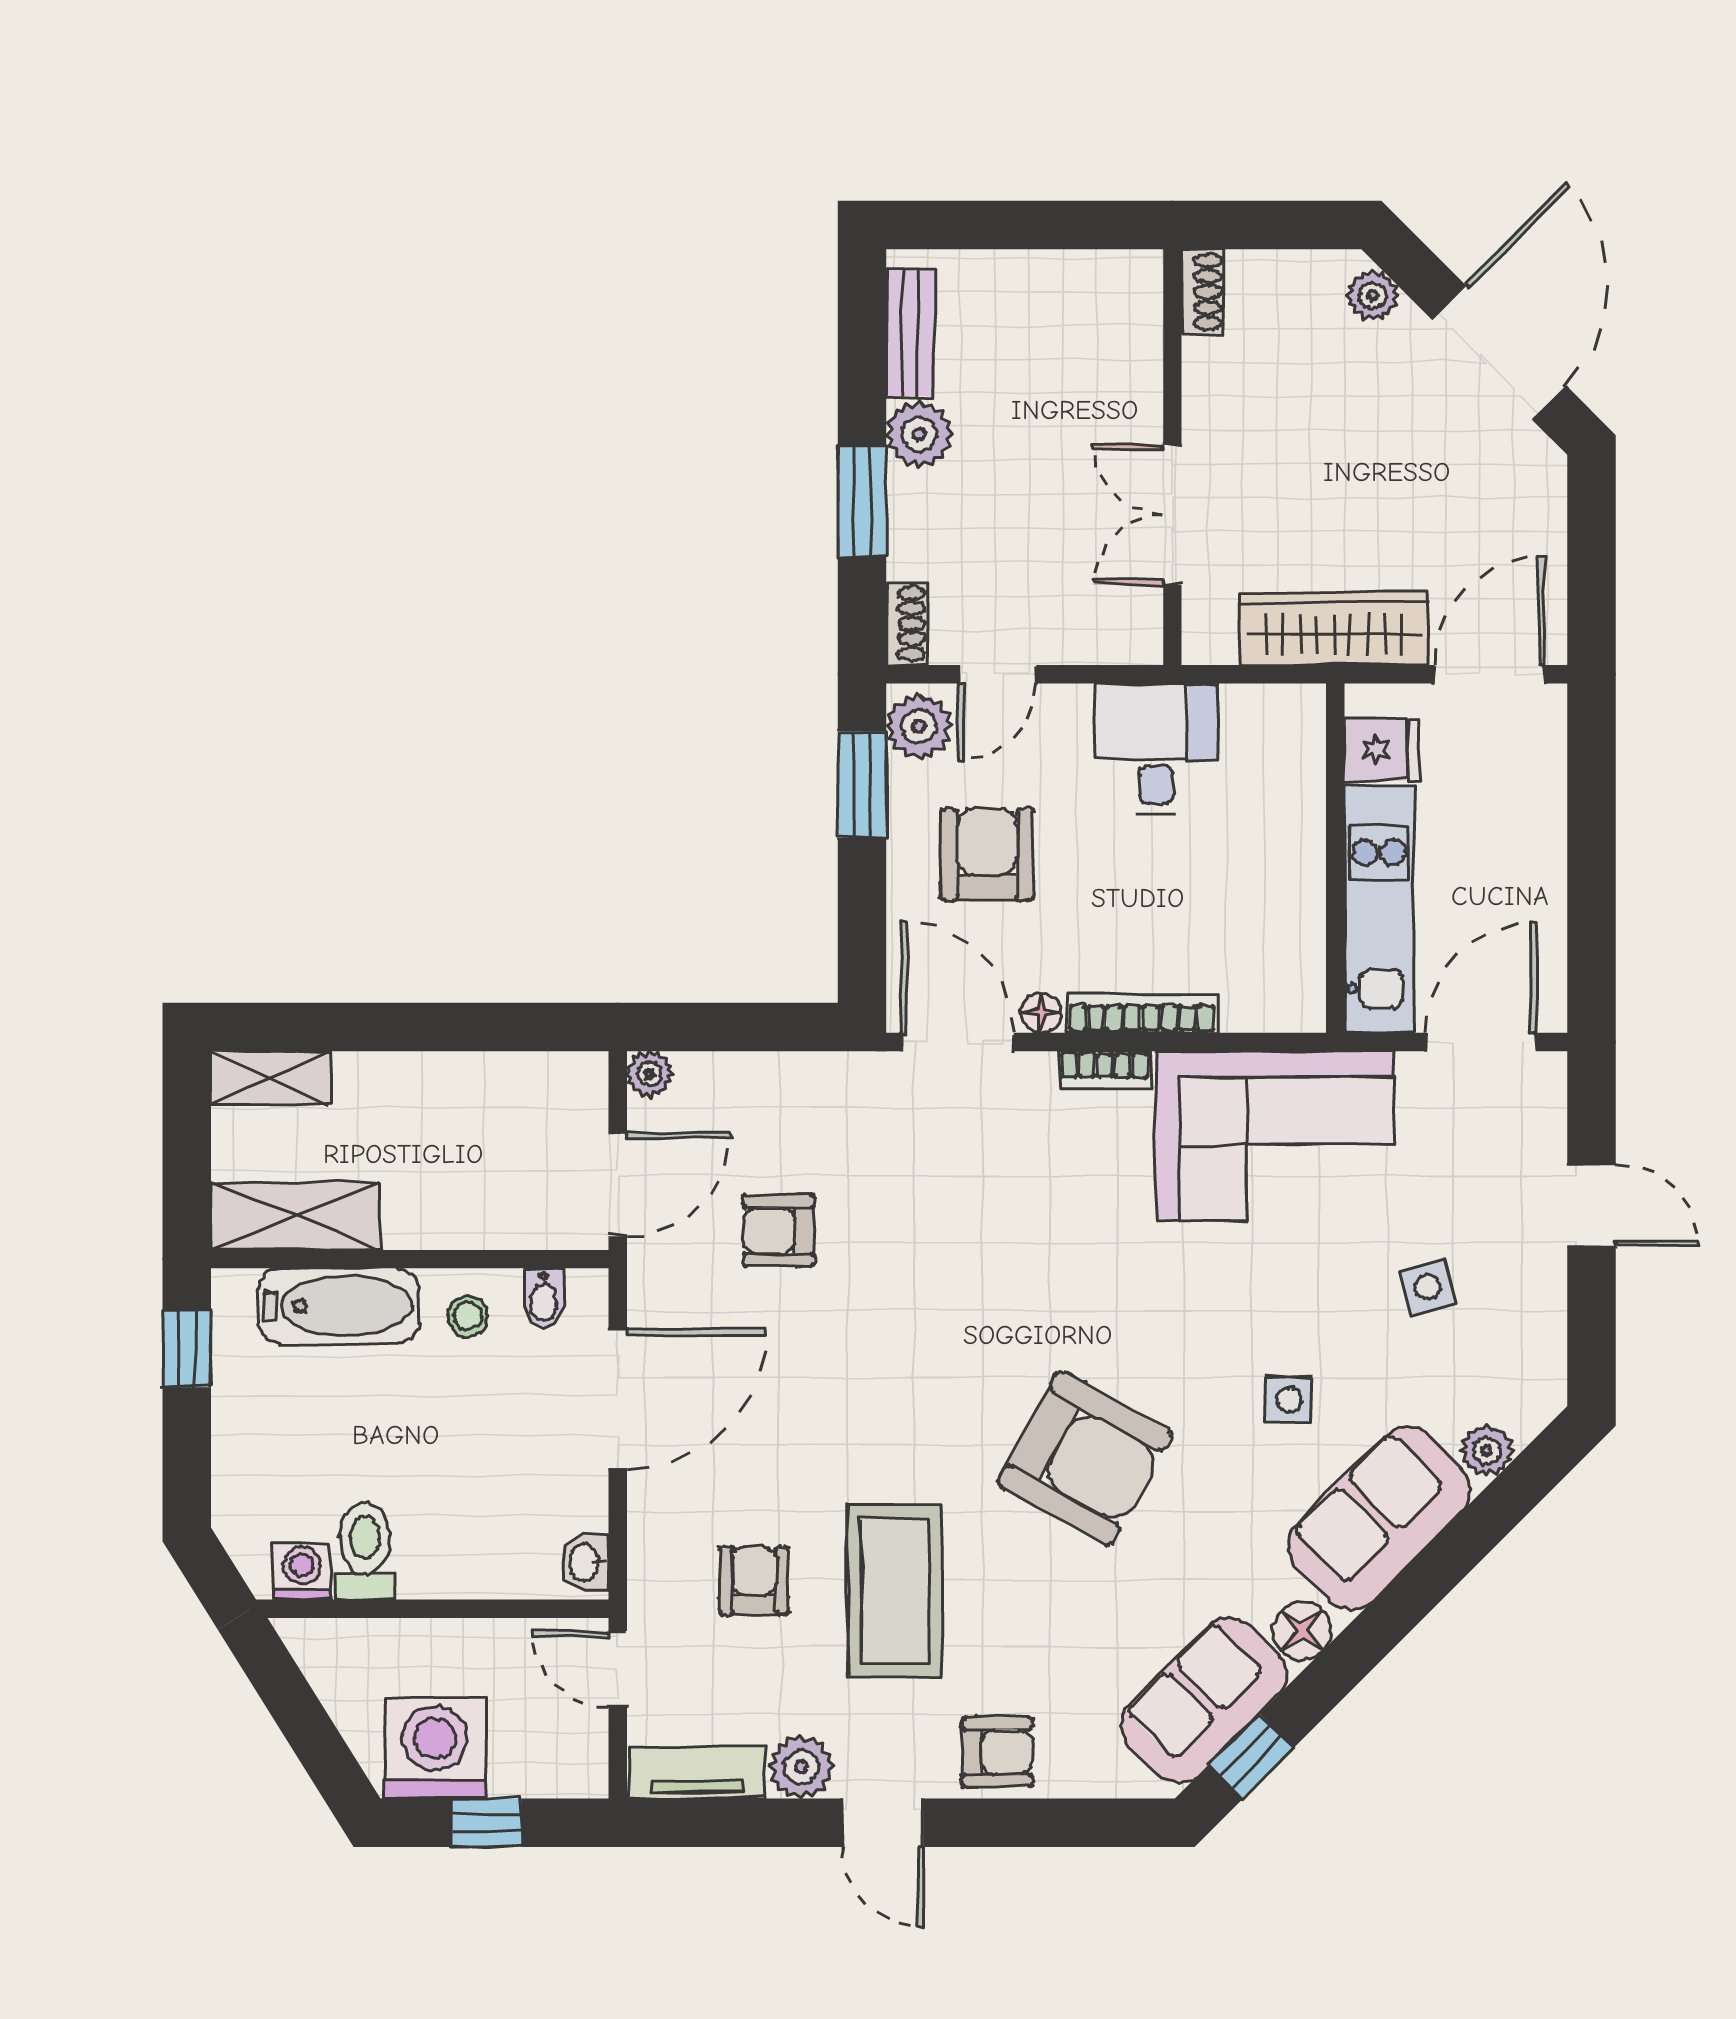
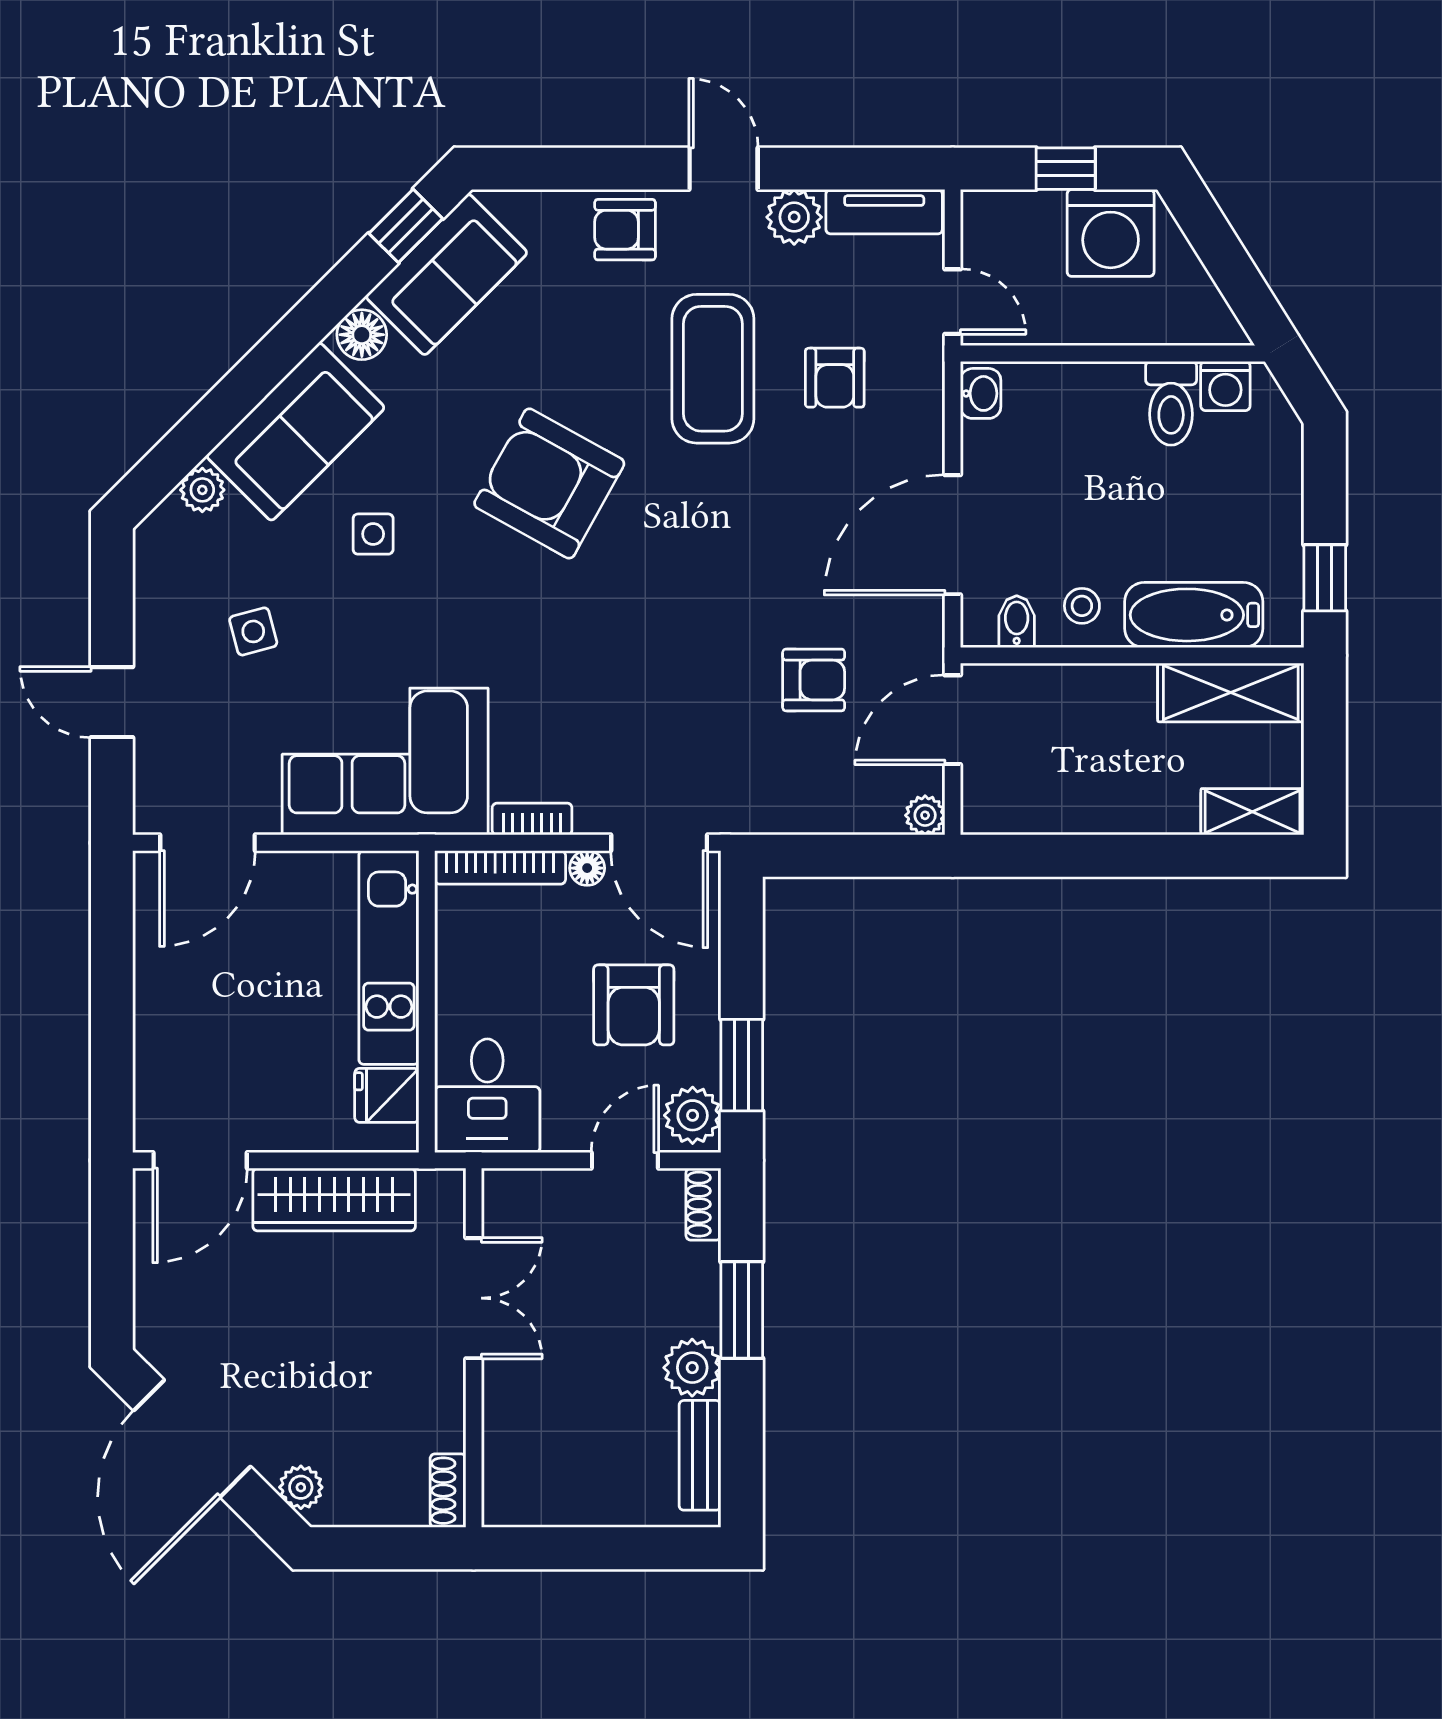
fridge: (1382, 749) -> (387, 1095), moved
wall: (1335, 858) -> (427, 1002), moved
kitchen unit: (1379, 909) -> (389, 957), moved

